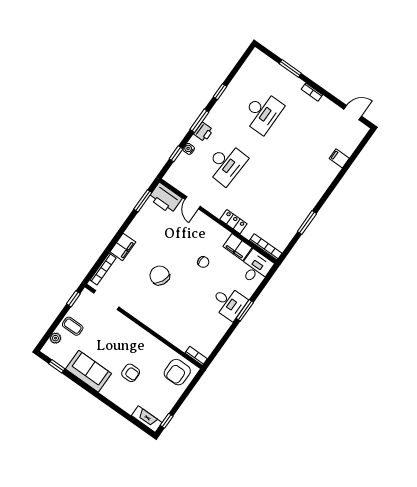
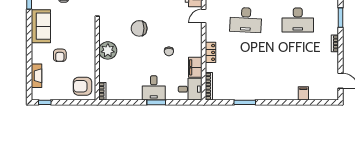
chair: (160, 275) -> (139, 28), turned -116
plant: (159, 322) -> (108, 50), added
fireplace: (147, 419) -> (36, 76), moved

